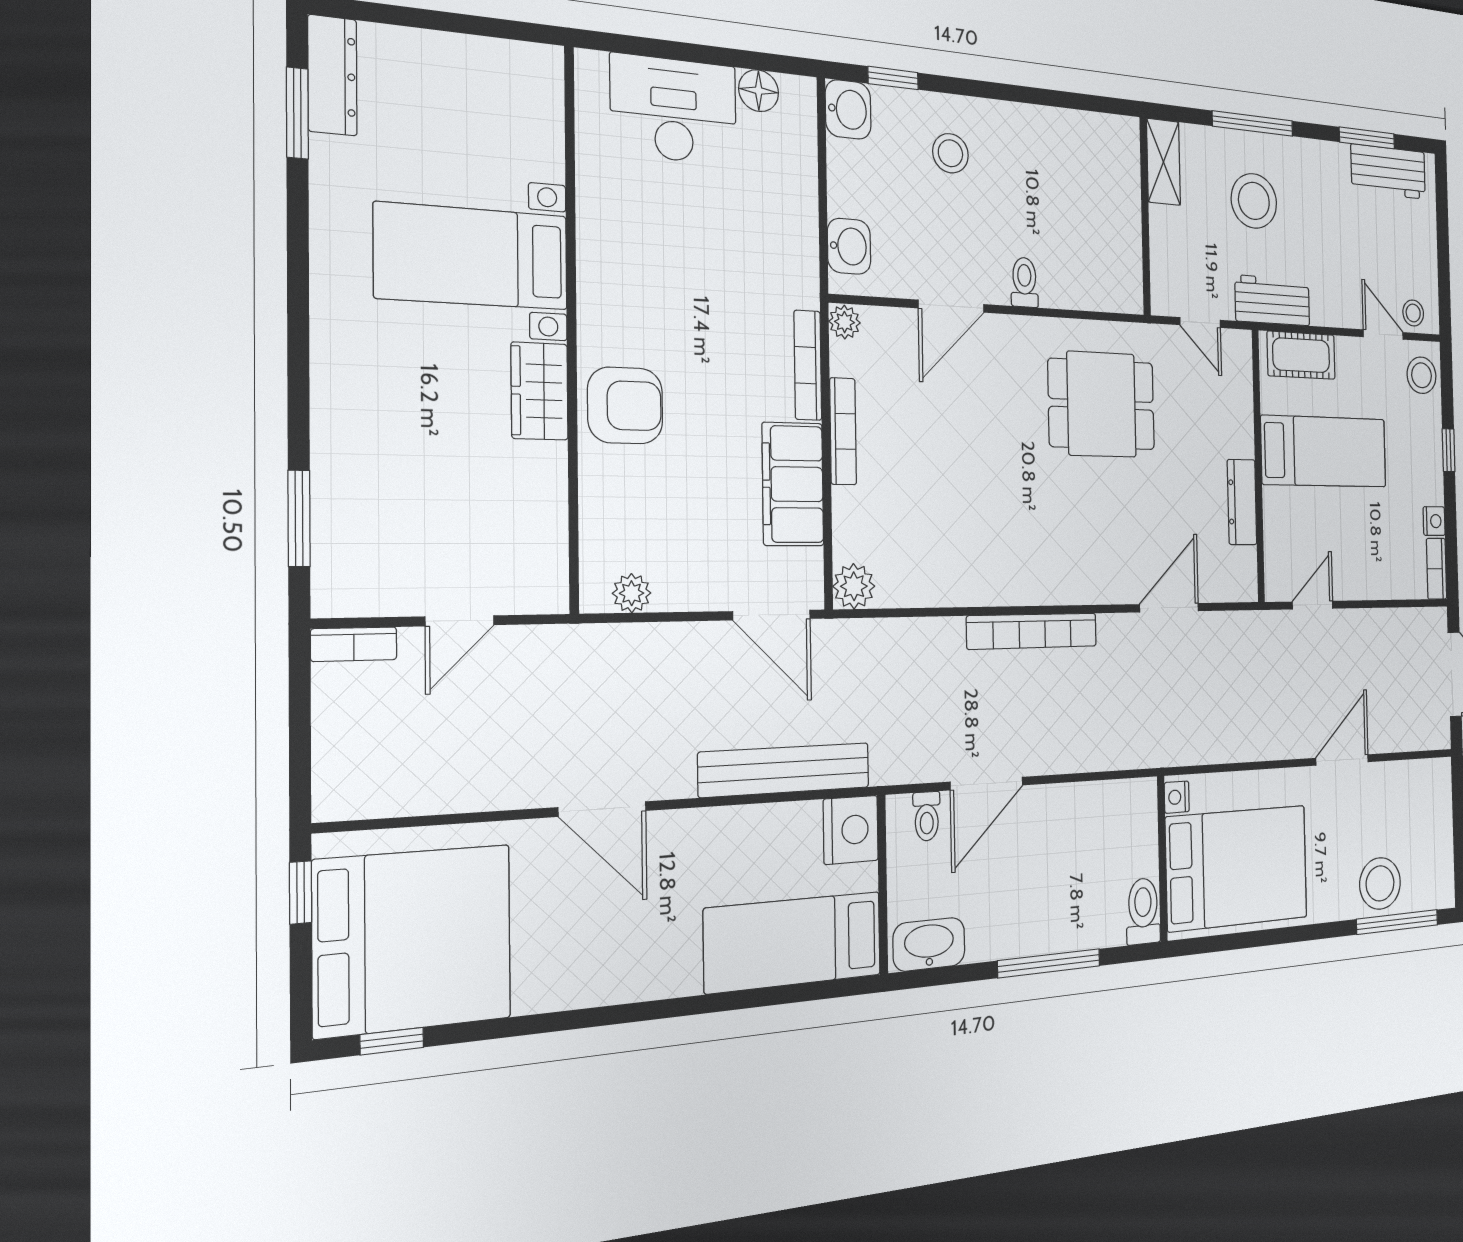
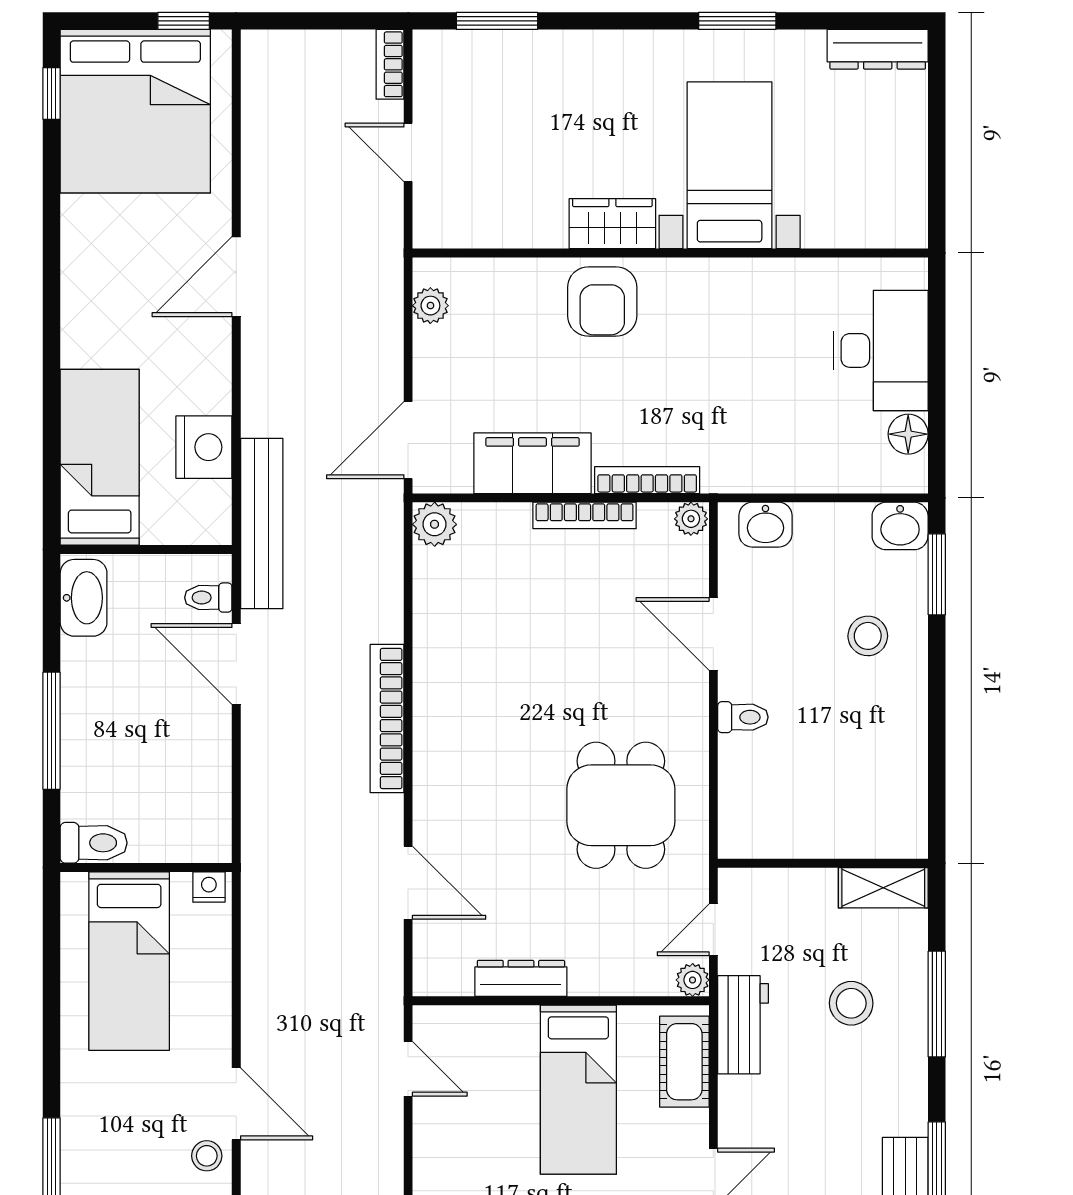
window: (893, 78) -> (937, 574), width x1.50
window: (297, 113) -> (737, 21), moved
stool: (1254, 201) -> (851, 1003), width x0.73, depth x0.73
plant: (1240, 344) -> (693, 980), added
bench: (785, 770) -> (262, 524), moved
nightstand: (851, 830) -> (204, 447), moved, turned -90
bed: (1237, 868) -> (129, 961), width x0.67
stool: (1380, 883) -> (207, 1156), moved, width x0.53, depth x0.53

